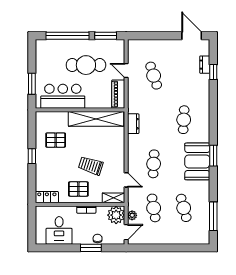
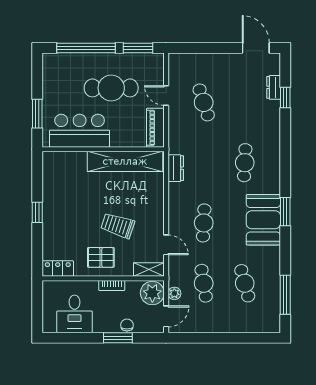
pallet: (56, 140) -> (70, 191), removed

